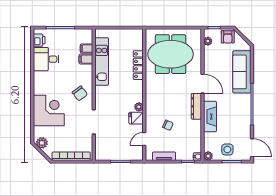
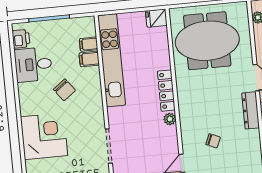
kitchen unit: (102, 61) -> (112, 60), width x1.36
locker: (138, 65) -> (166, 91), moved
chair: (80, 93) -> (64, 90), moved
fridge: (136, 118) -> (156, 18), moved

